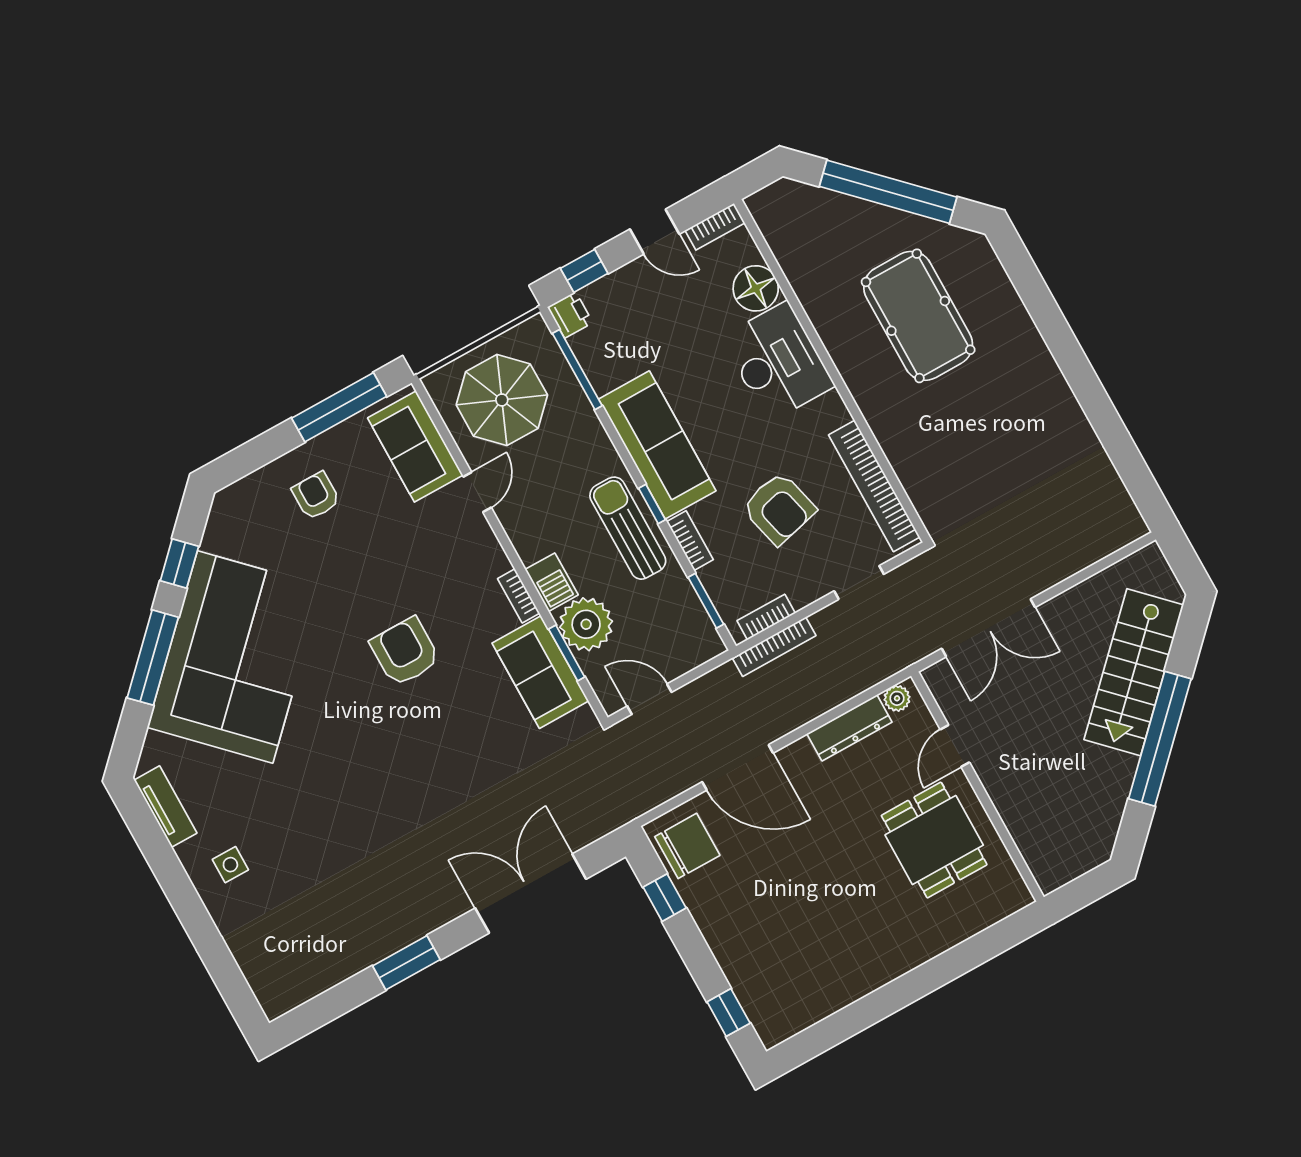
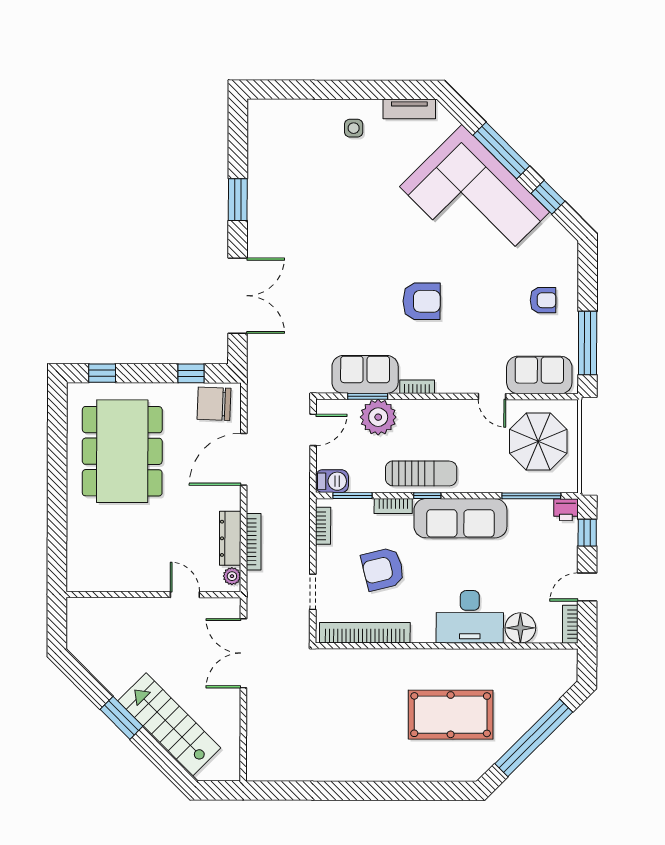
barbecue: (552, 582) -> (332, 481), moved, turned 180
bookcase: (774, 647) -> (254, 542), moved, turned 180
window: (1160, 739) -> (121, 718), width x0.47
dining table: (934, 840) -> (122, 451), moved, width x1.88, depth x1.24
chair: (687, 846) -> (214, 404), turned 92

